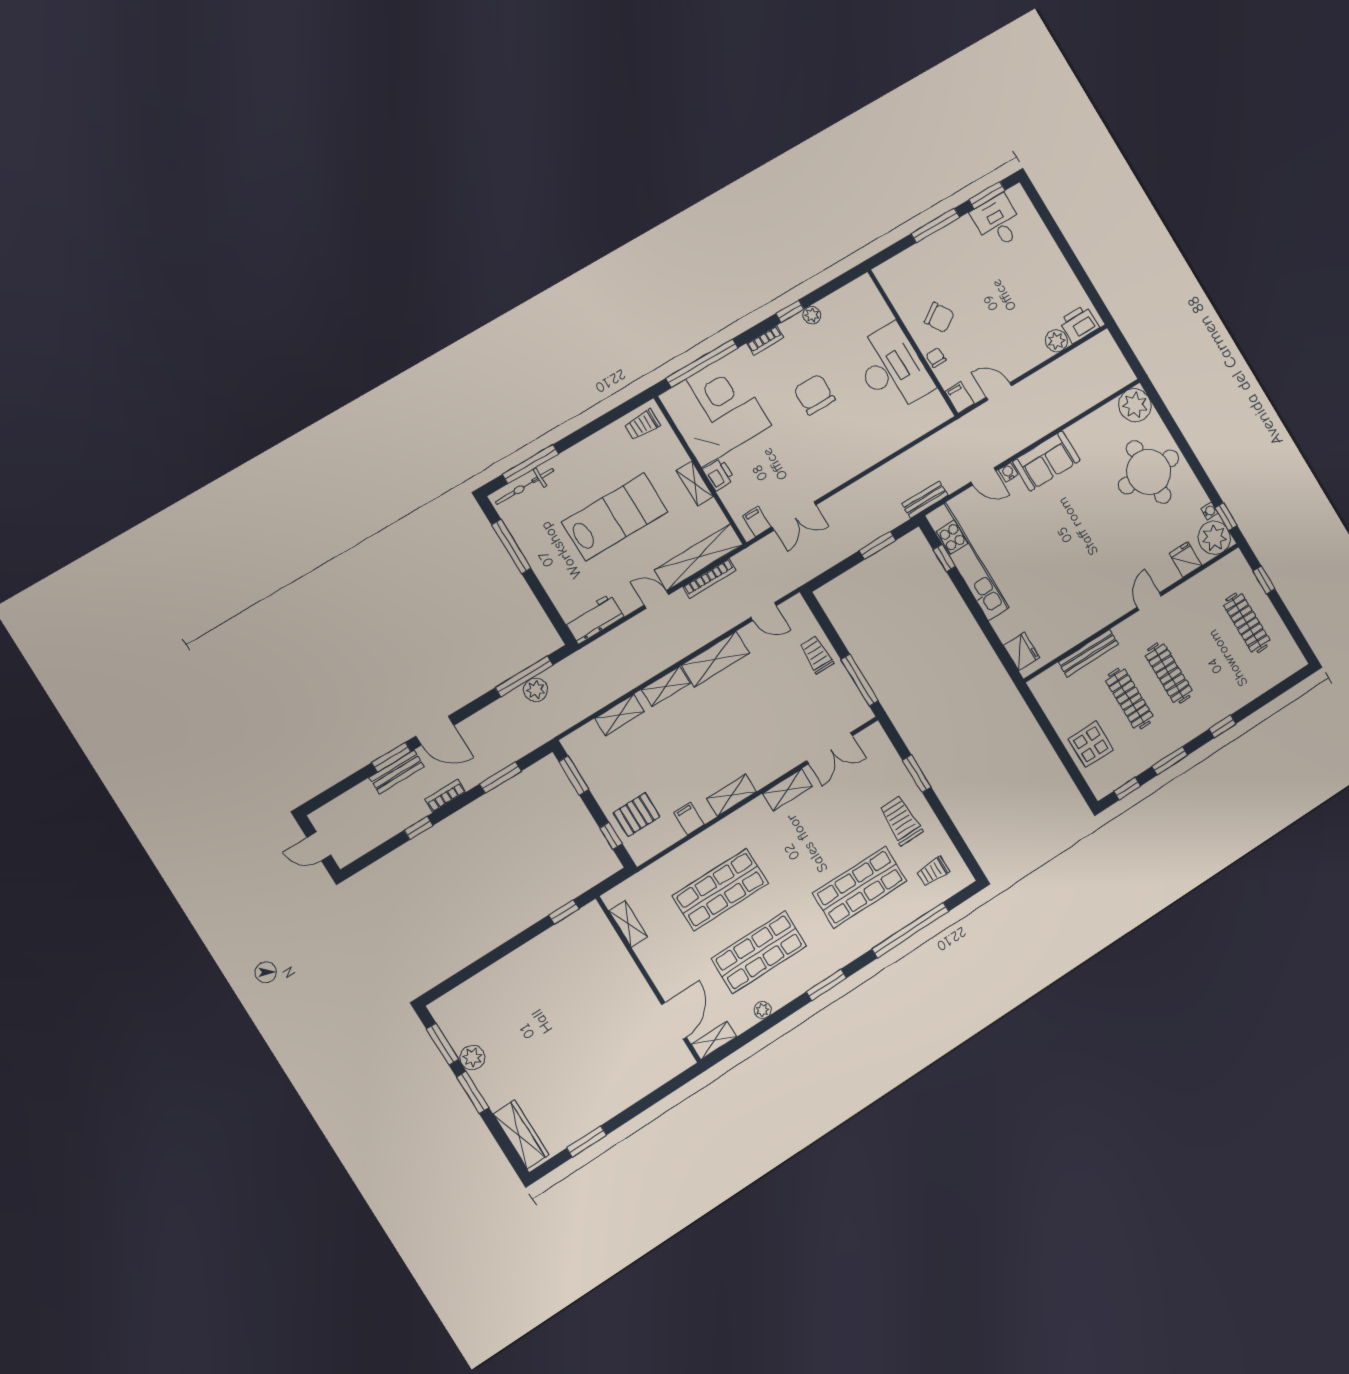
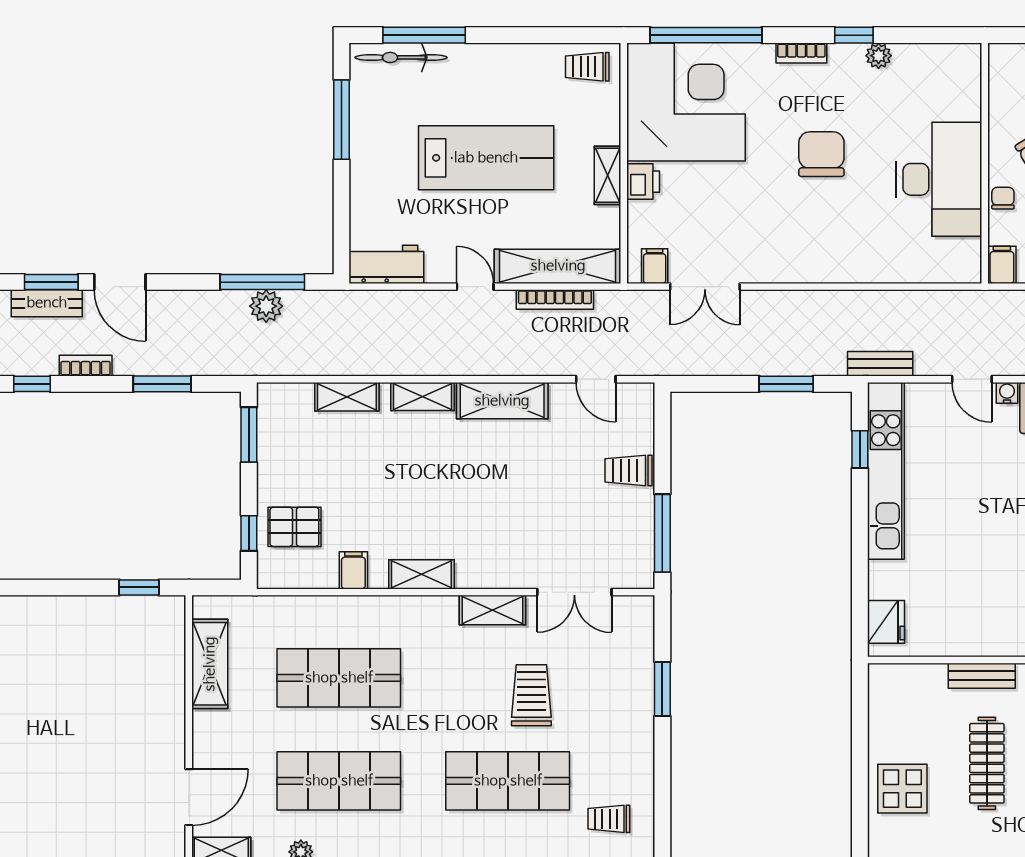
bench: (1088, 653) -> (982, 676), width x0.73
trolley: (817, 655) -> (629, 470), turned -90
trolley: (901, 821) -> (531, 695), moved
shelving: (628, 924) -> (210, 664), width x1.50, depth x1.33

